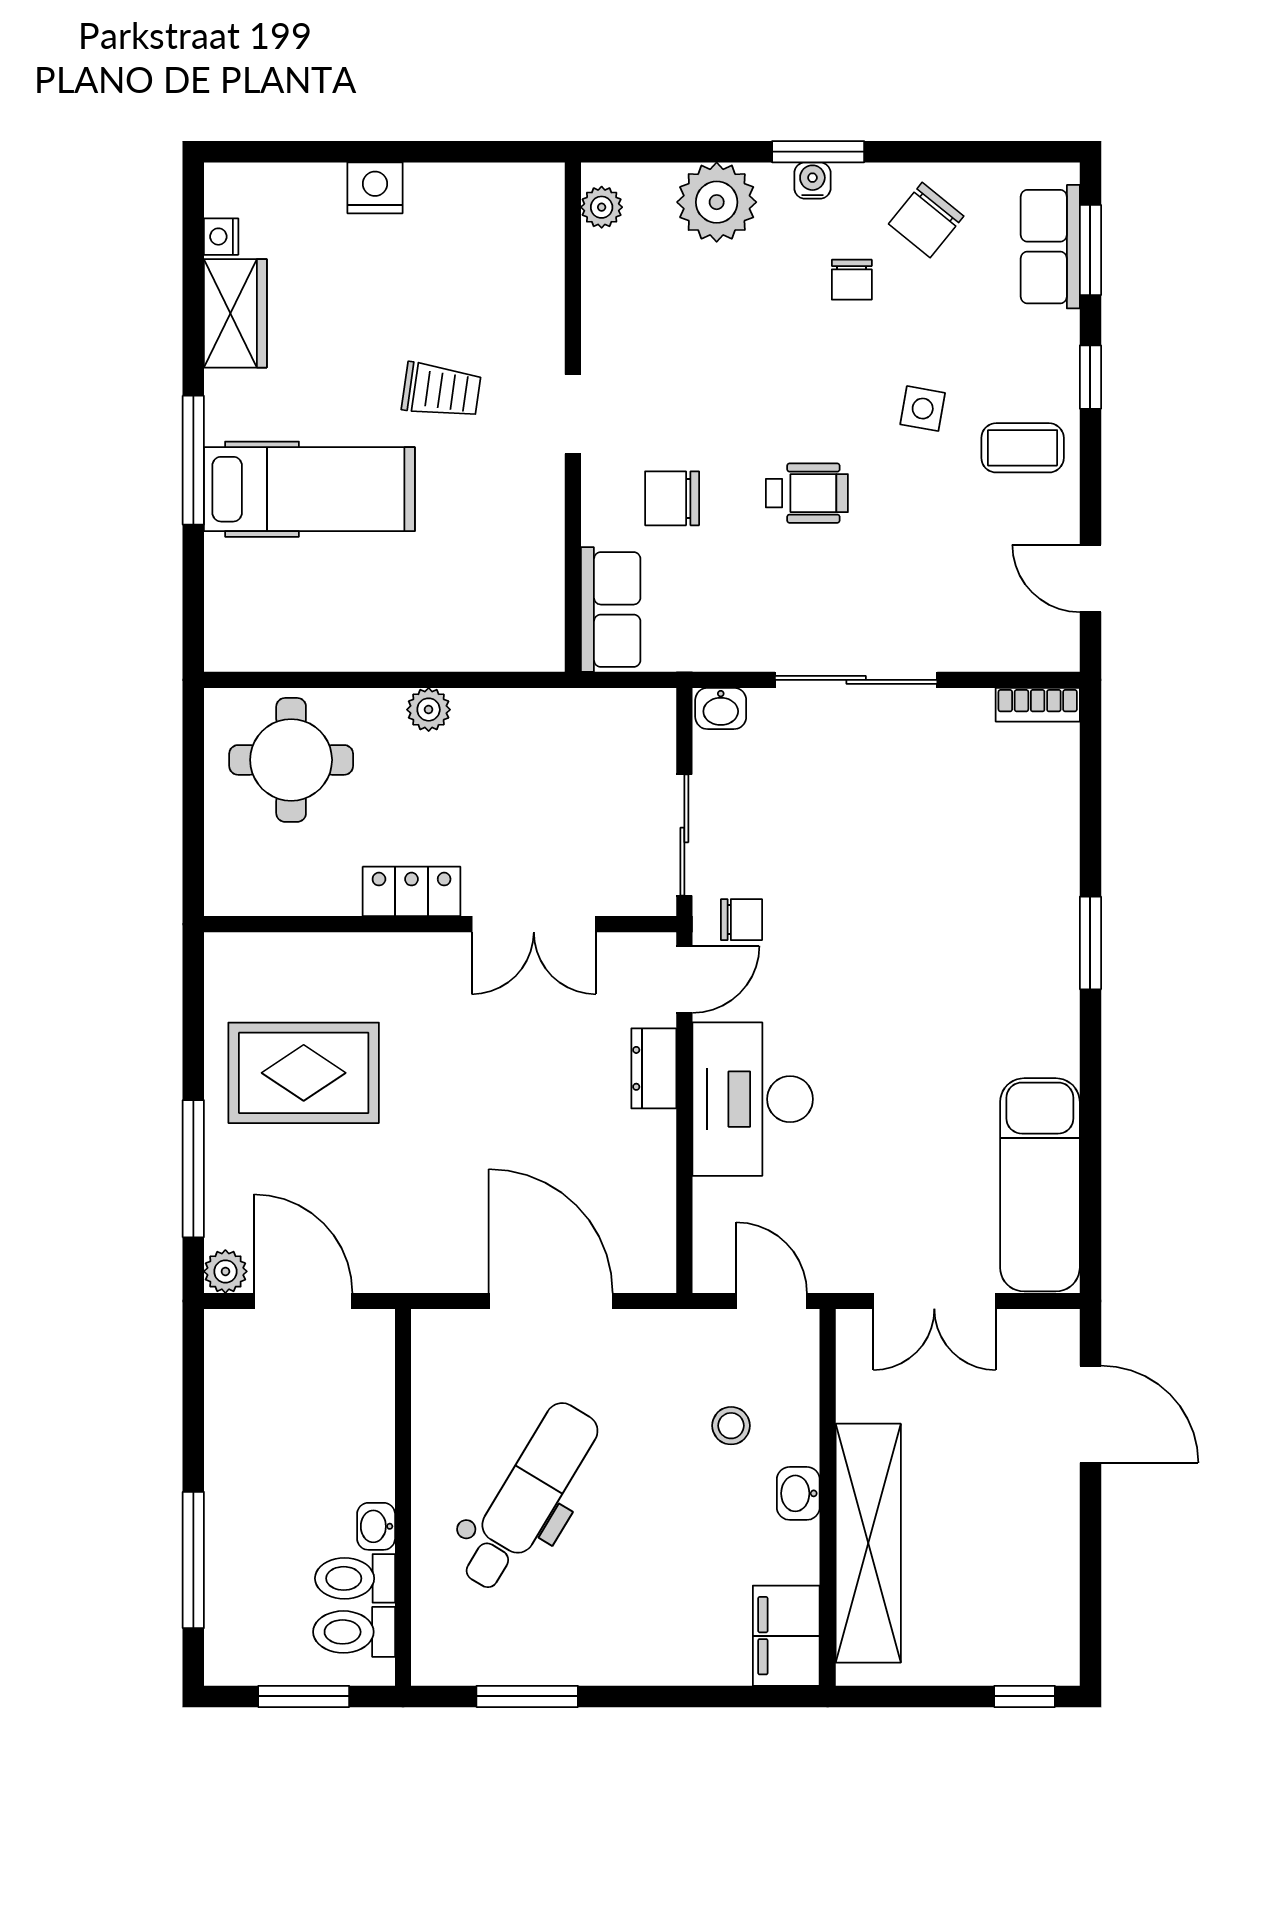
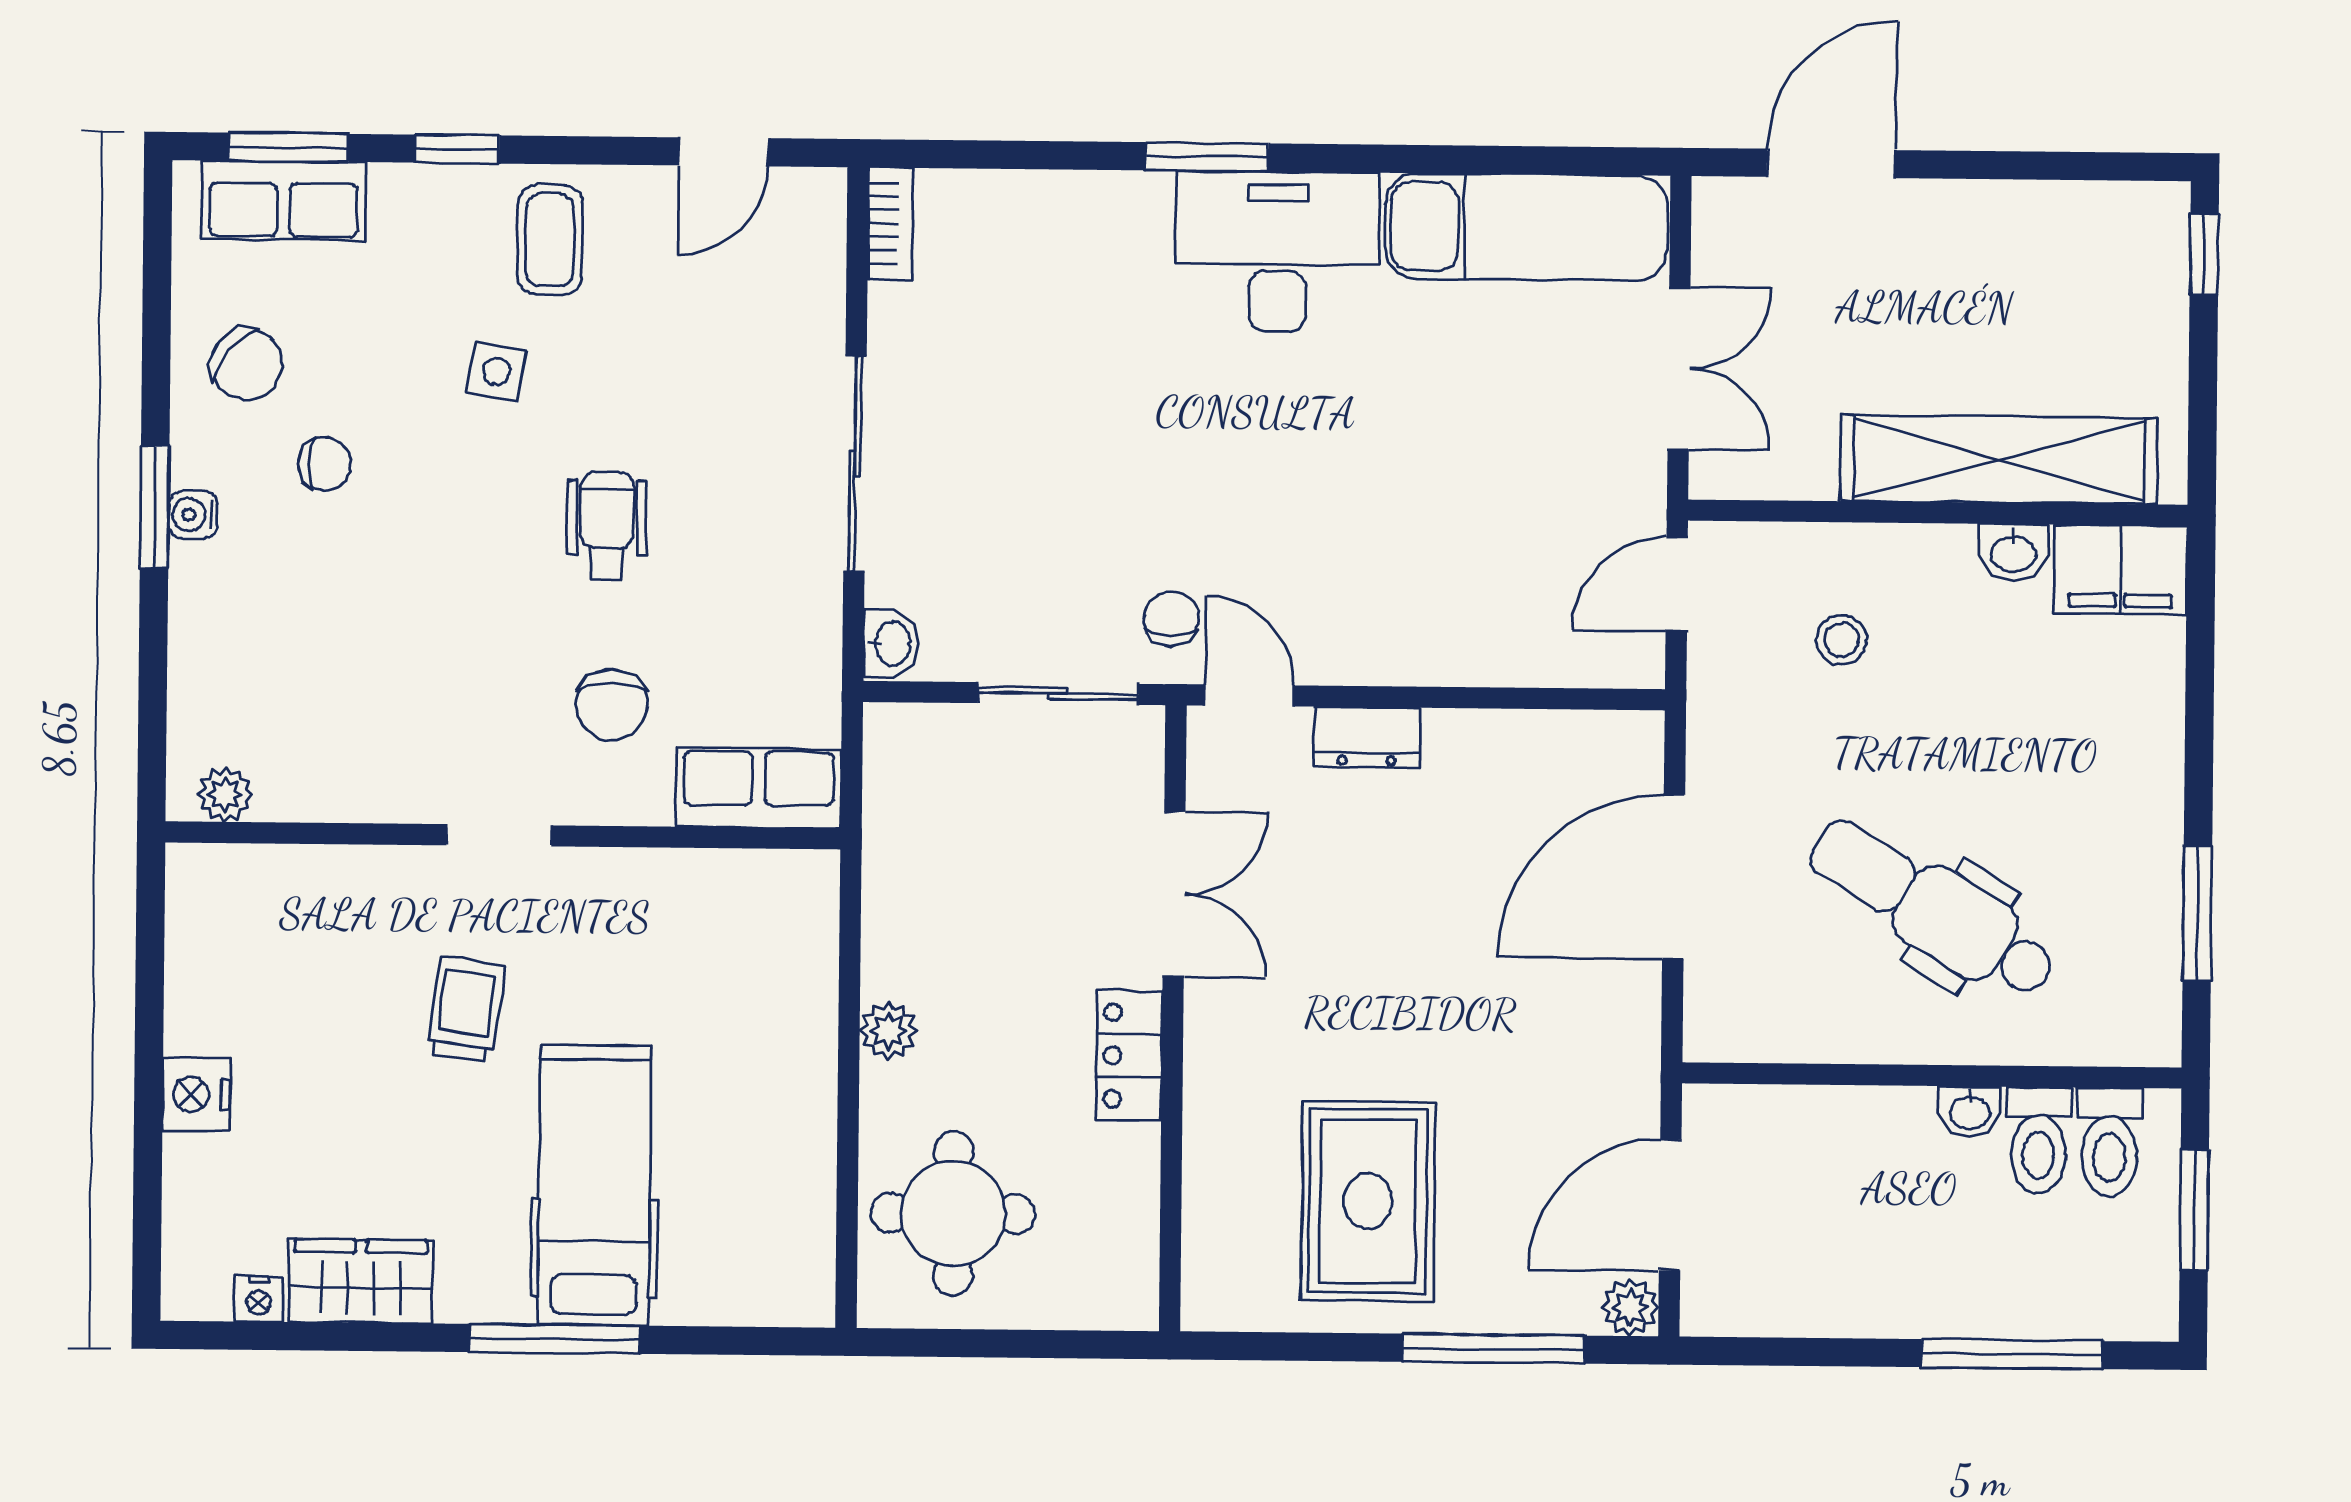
plant: (717, 202) -> (220, 642), removed
desk: (753, 1099) -> (1278, 252), moved, turned 180
washbasin: (798, 1493) -> (2013, 552), moved

